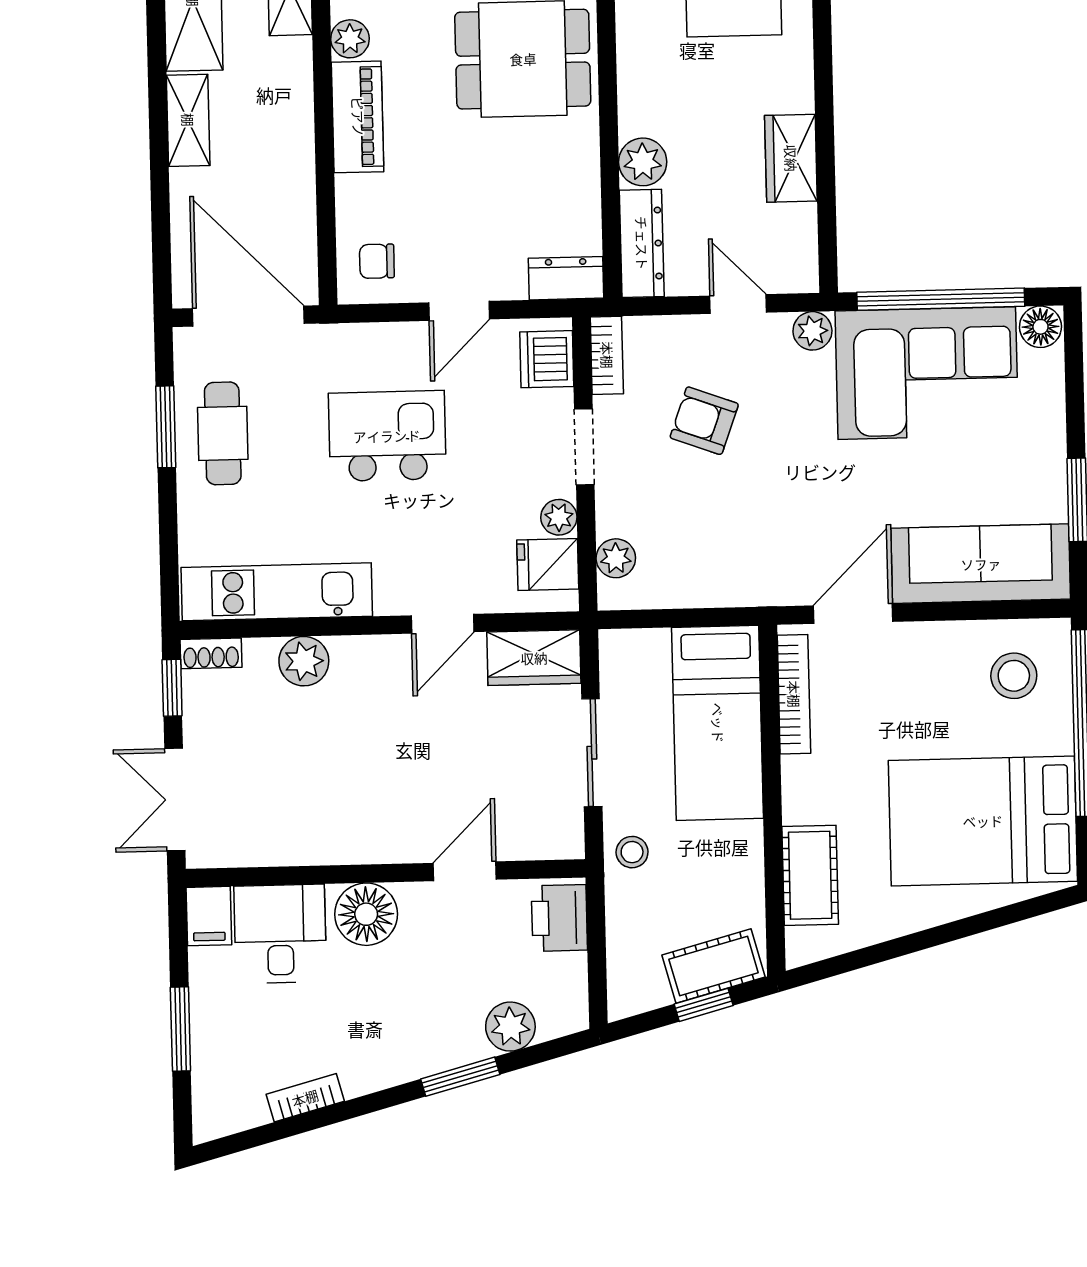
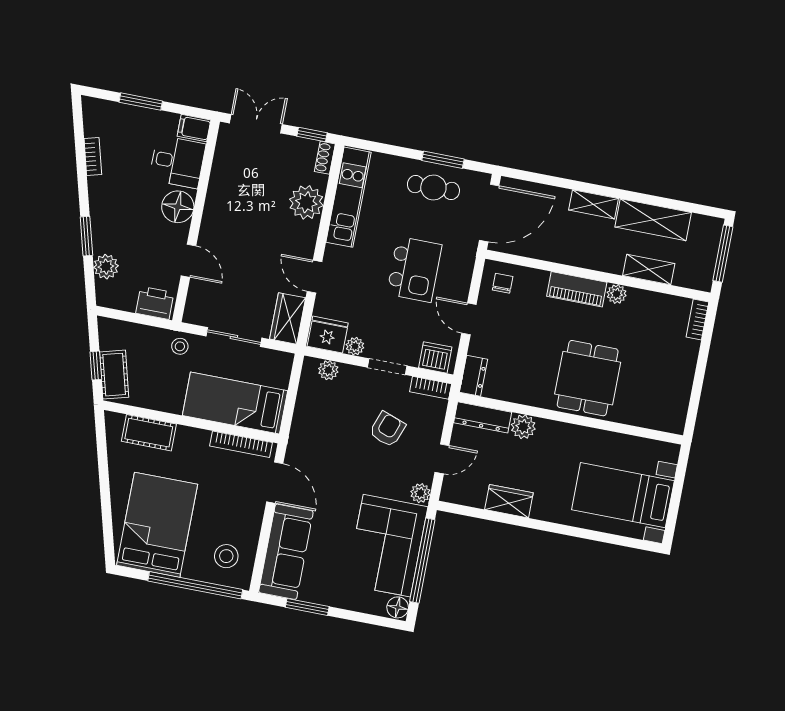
fridge: (548, 565) -> (328, 335), width x1.38
plant: (304, 661) -> (306, 202), width x1.36, depth x1.36

